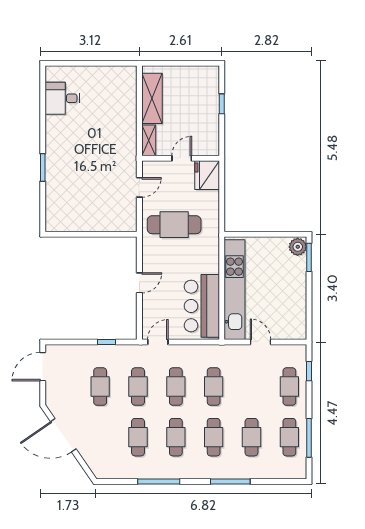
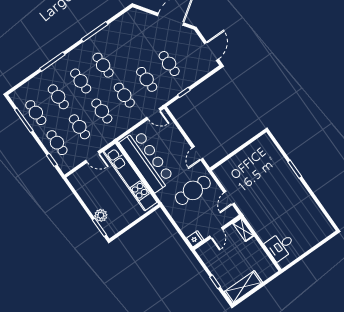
desk: (62, 98) -> (280, 246), moved, turned 180
shelving: (152, 98) -> (243, 287), moved, turned 90
fridge: (207, 175) -> (195, 239), width x0.53, depth x0.75
plant: (298, 247) -> (101, 215), moved
door: (139, 283) -> (198, 153), moved
bar counter: (202, 306) -> (147, 161), width x1.36
door: (158, 342) -> (153, 114), hinge flipped
cafe table: (138, 437) -> (79, 127), moved

